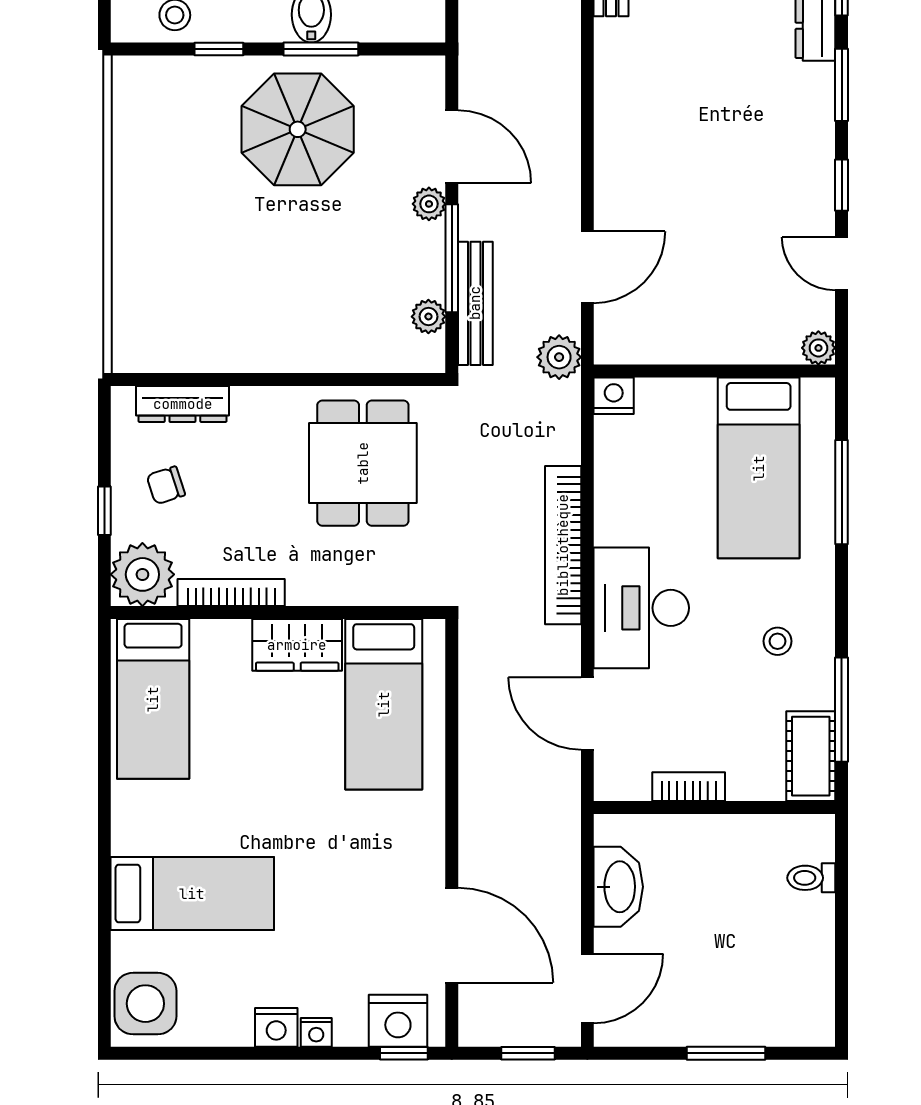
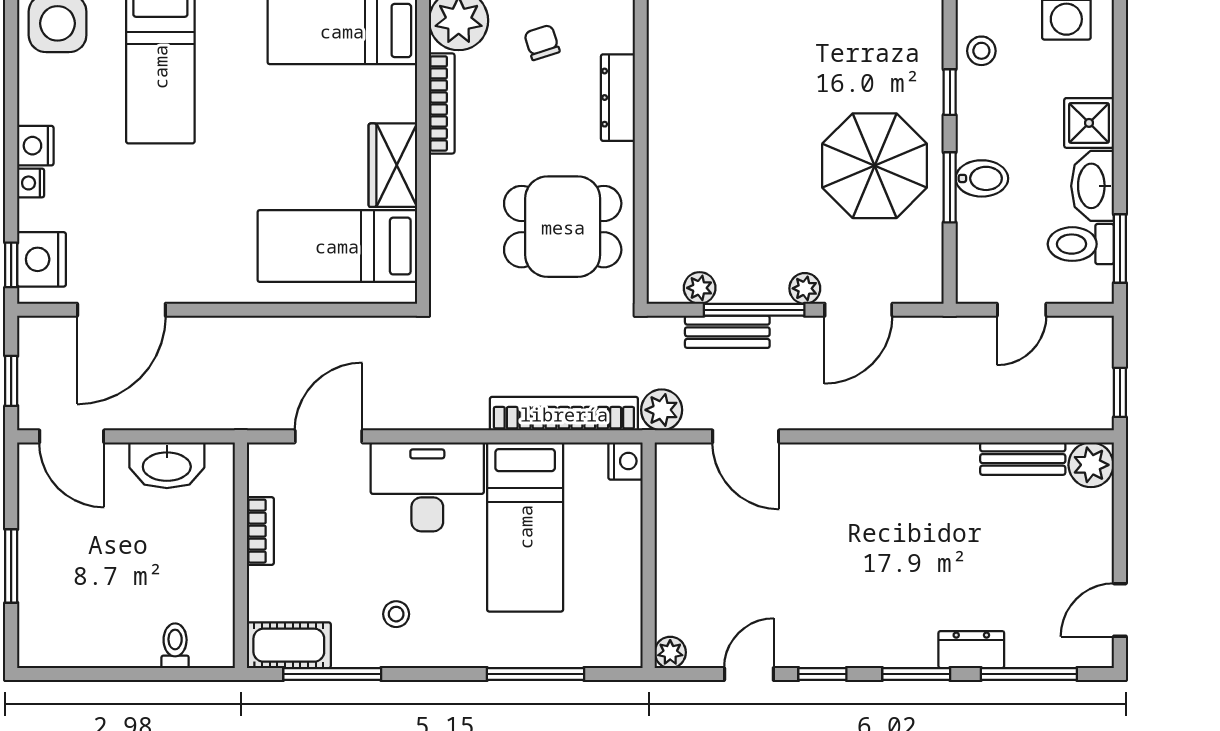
bench: (475, 303) -> (727, 332), width x0.73
dresser: (183, 404) -> (618, 98), moved
bed: (759, 468) -> (525, 527), moved, turned -90
bookcase: (563, 545) -> (564, 414), moved

